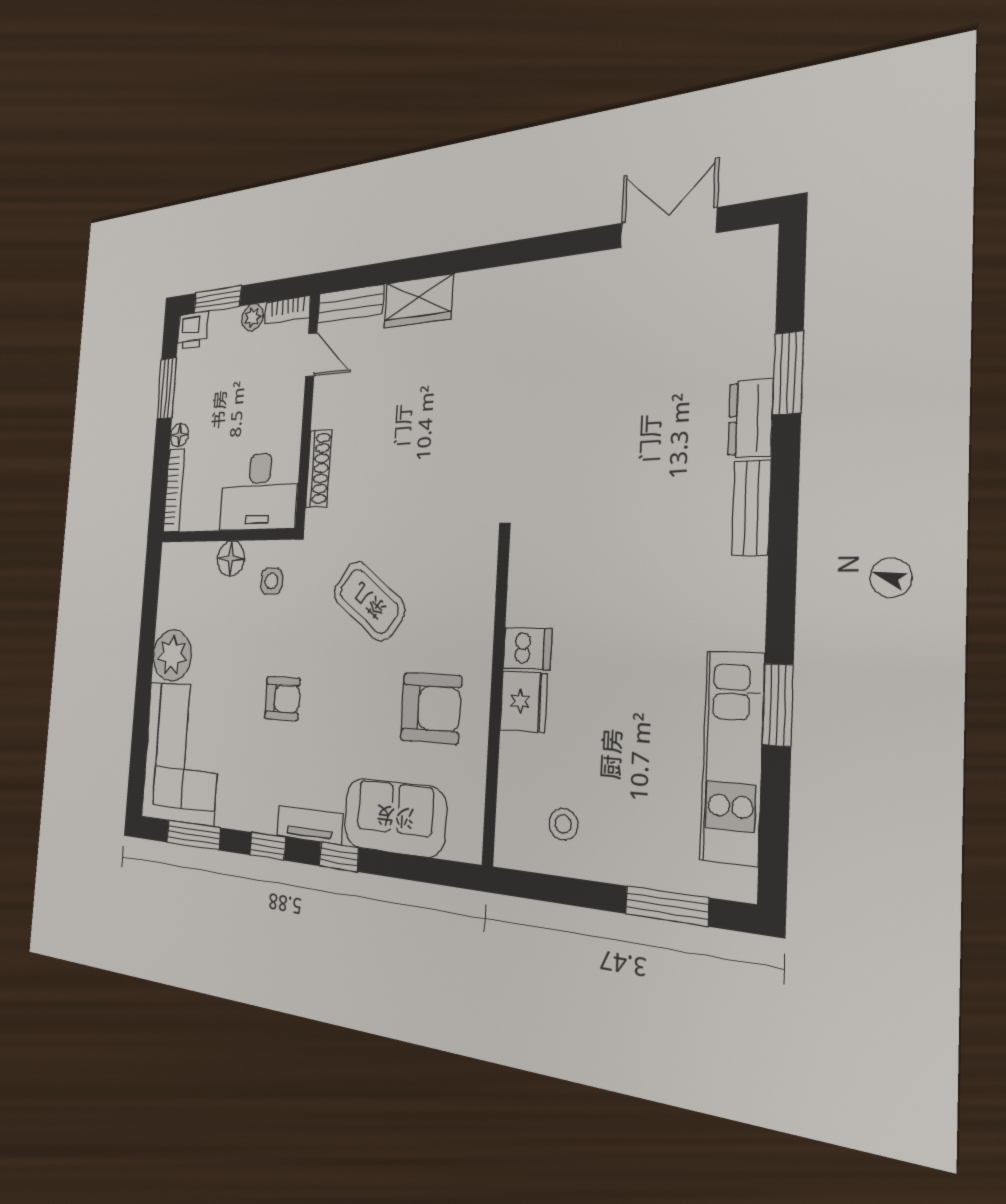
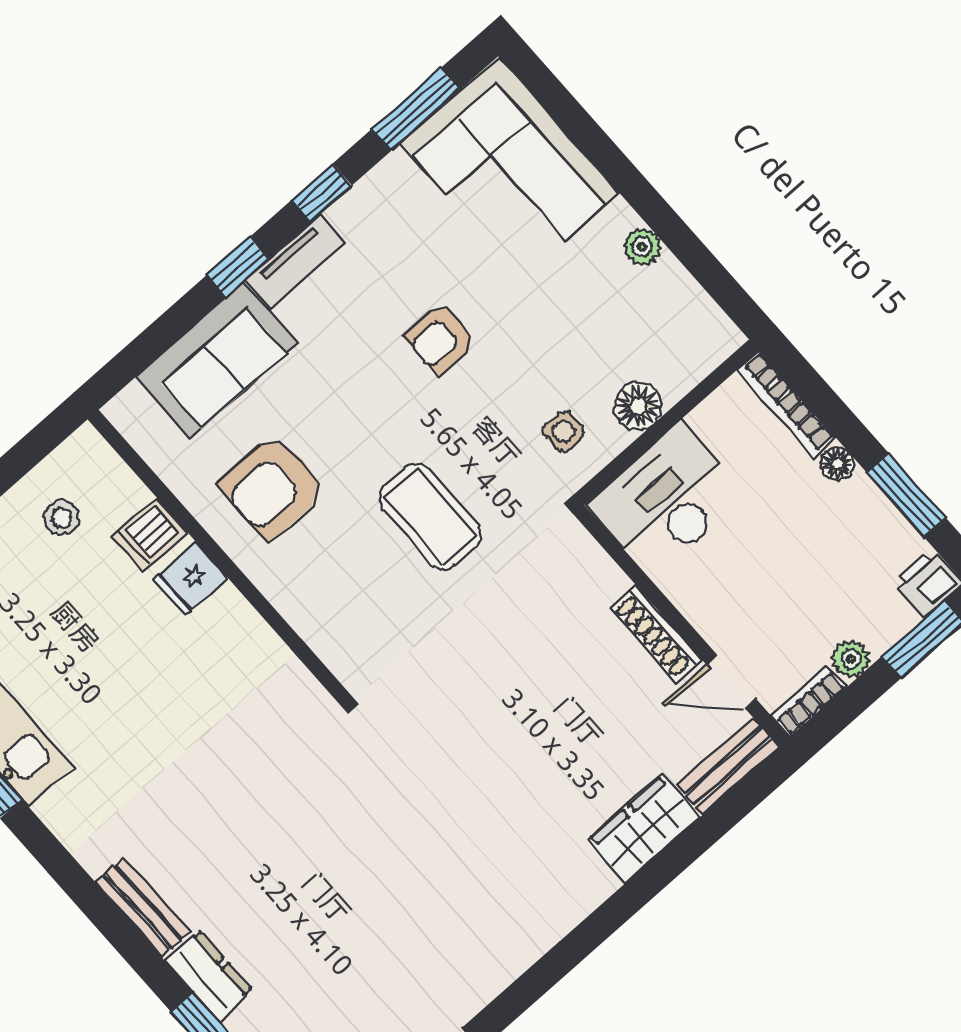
shoe rack: (319, 469) -> (656, 633), moved
coffee table: (369, 601) -> (430, 517), turned 53
dishwasher: (527, 648) -> (150, 535), moved
plant: (172, 655) -> (642, 247), width x0.53, depth x0.53
fridge: (524, 702) -> (190, 579), width x0.72

